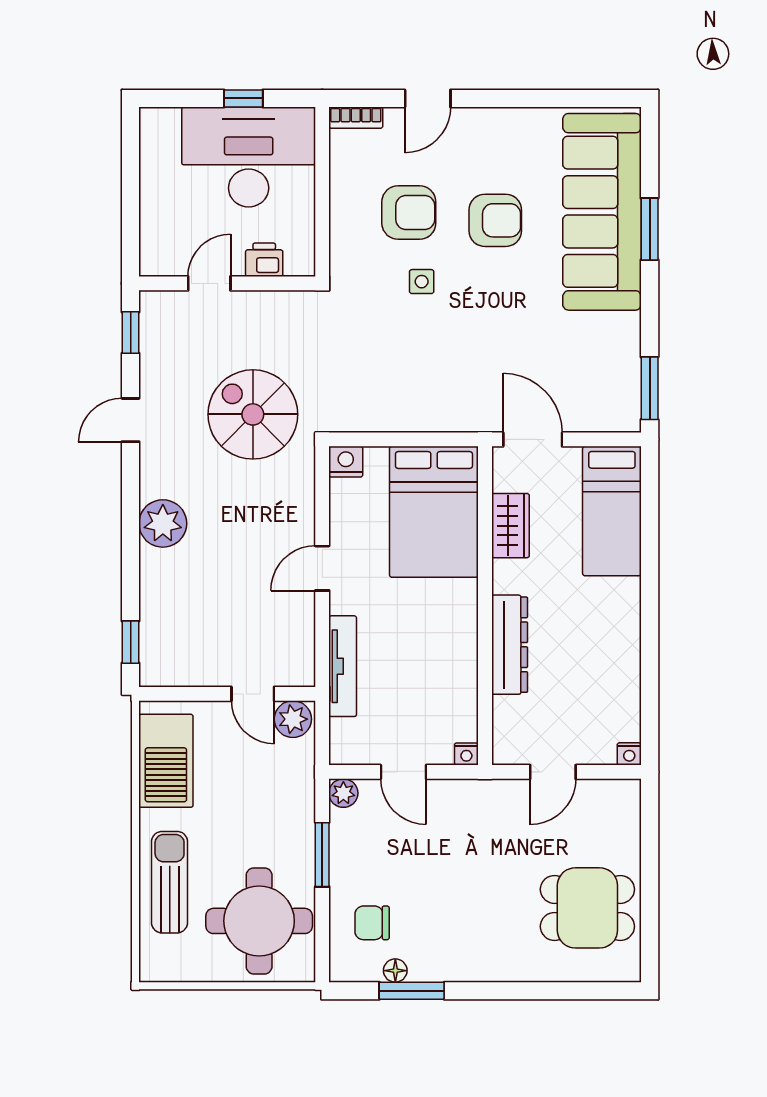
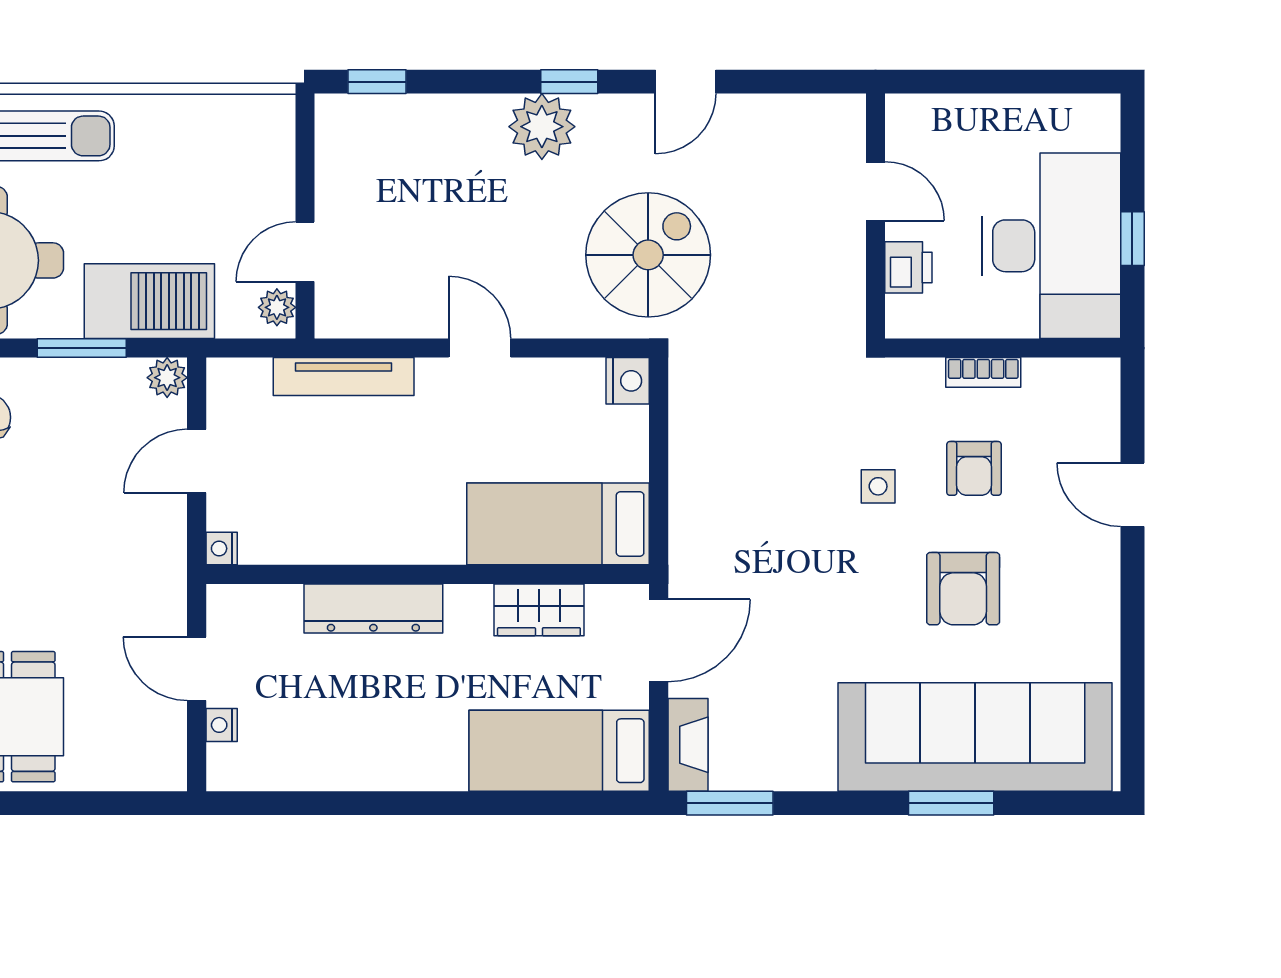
bookcase: (356, 118) -> (983, 372), moved, turned -90
armchair: (409, 213) -> (974, 468), width x0.72, depth x0.72
window: (131, 333) -> (569, 82), moved
spiral stairs: (253, 414) -> (648, 255), moved
fireplace: (608, 418) -> (688, 745), added
door: (131, 420) -> (686, 82), swing flipped
bed: (434, 512) -> (558, 524), width x0.67
plant: (293, 719) -> (277, 307), width x0.73, depth x0.73
nightstand: (629, 754) -> (222, 725), moved
barbecue: (166, 761) -> (149, 301), moved, turned 180

